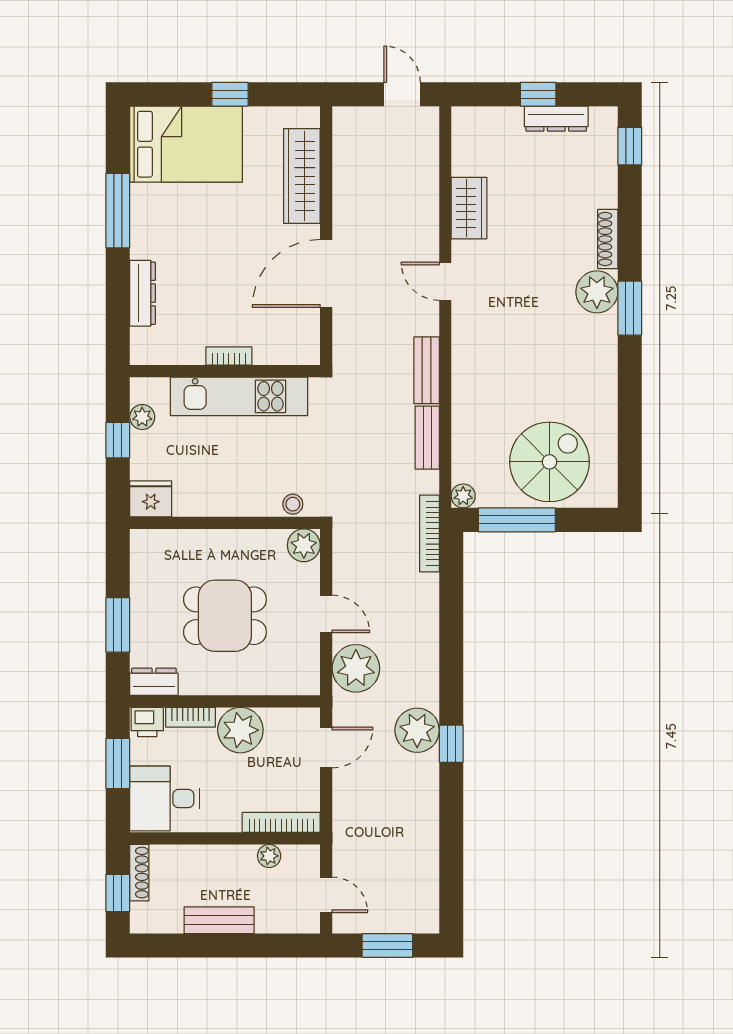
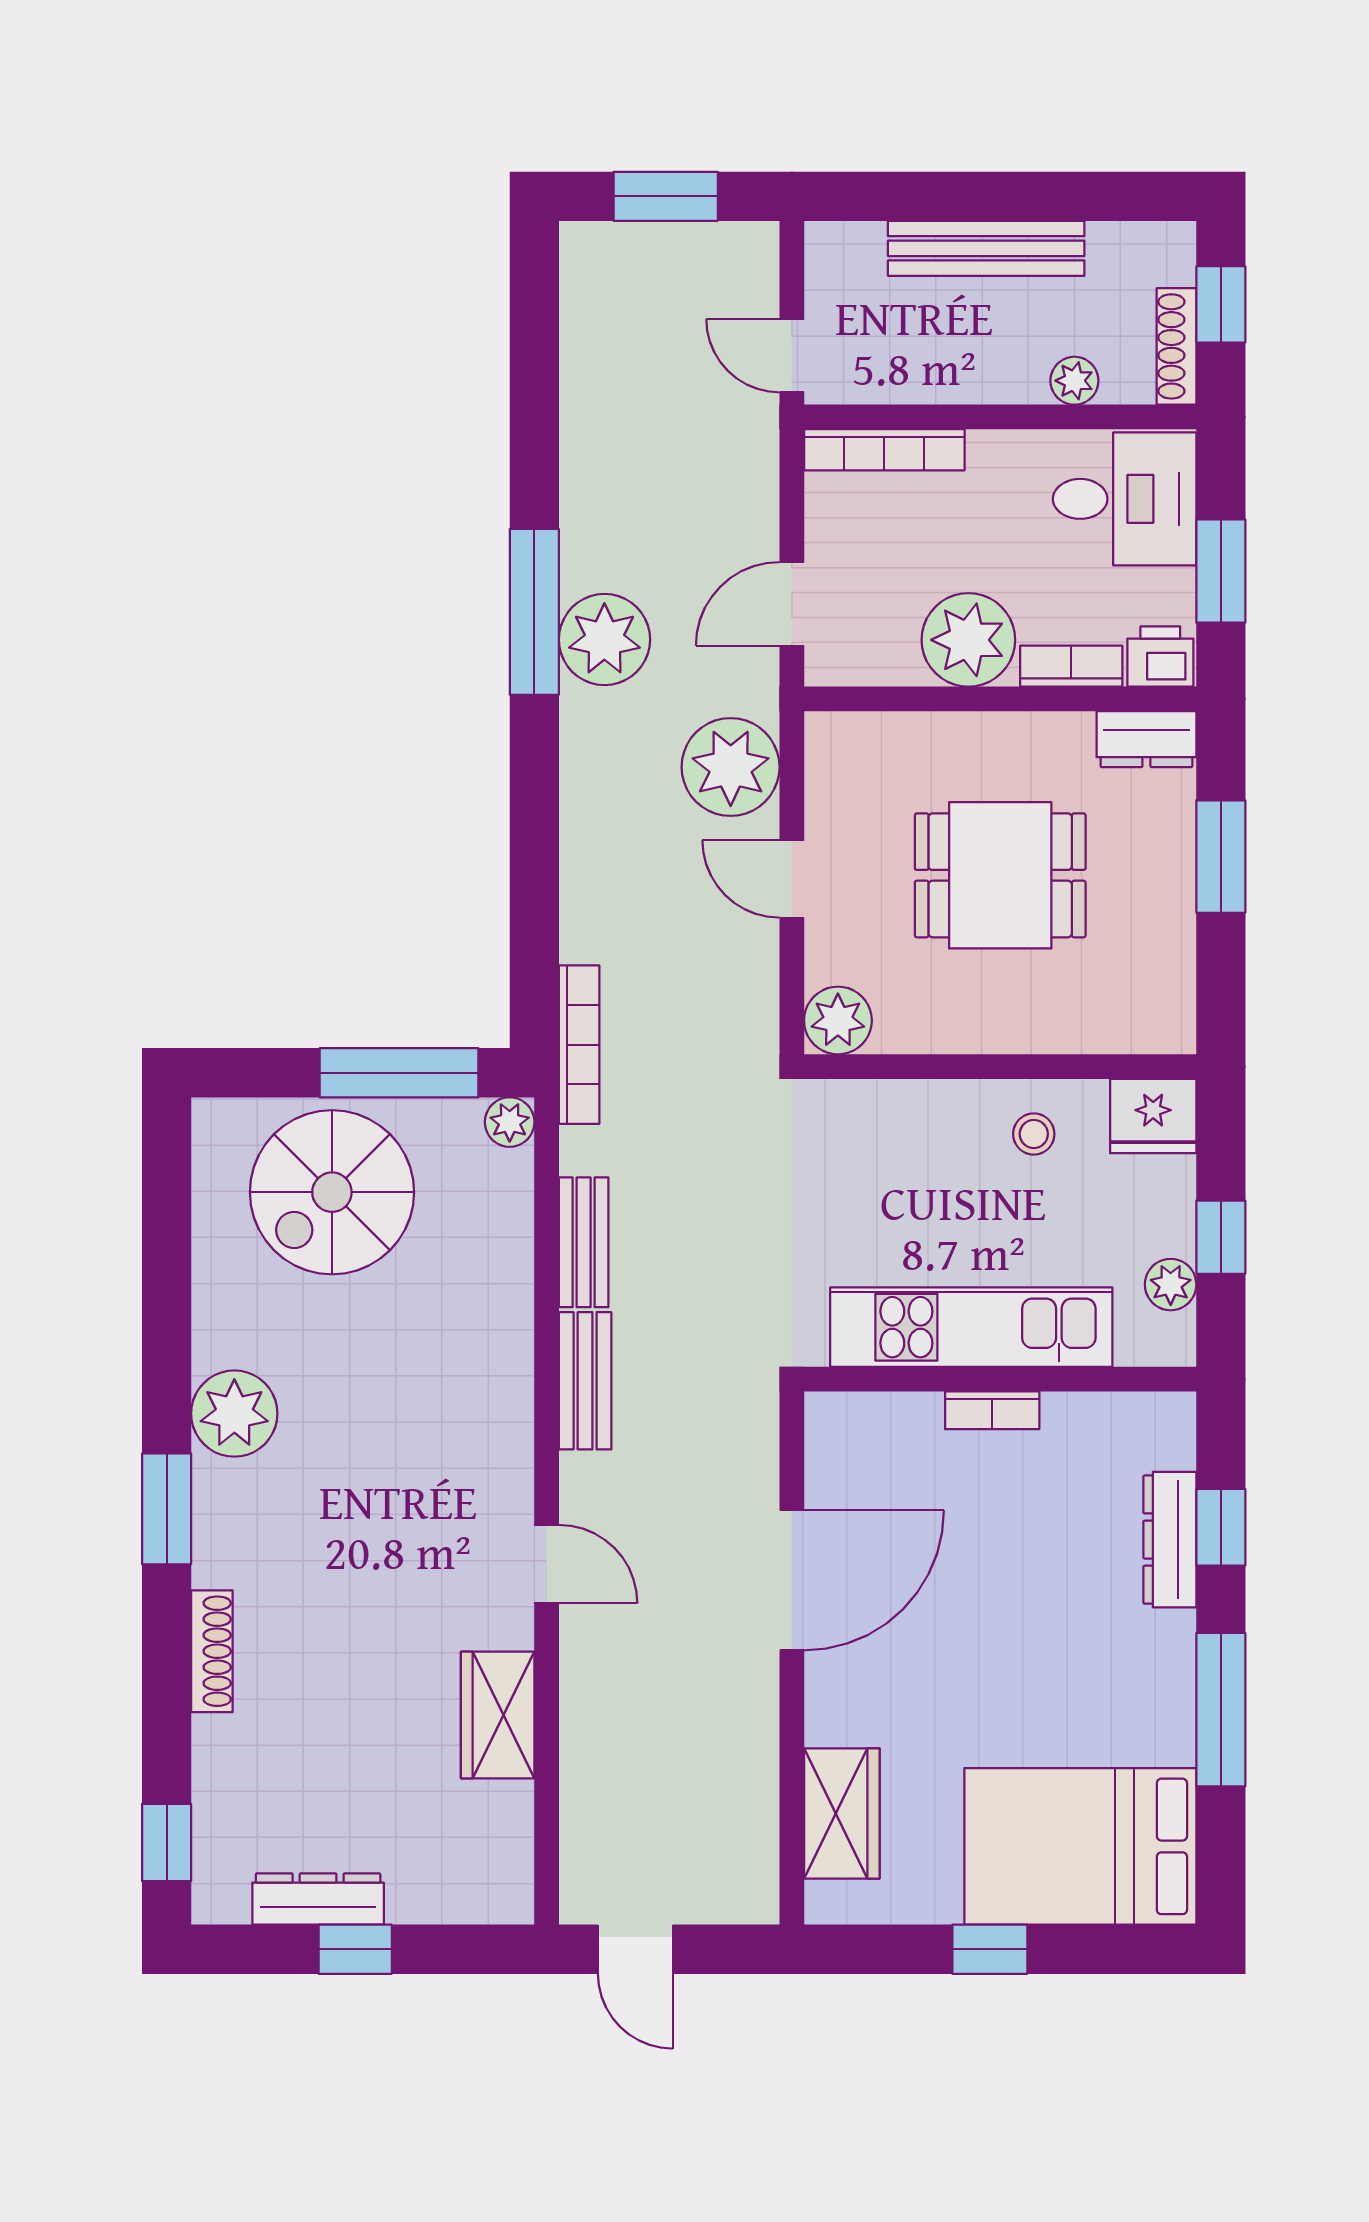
wardrobe: (302, 176) -> (842, 1813), width x0.67
plant: (597, 292) -> (234, 1414), moved
window: (118, 299) -> (1221, 1527), added
stool: (293, 504) -> (1034, 1134), moved
window: (451, 744) -> (534, 612), width x2.17
plant: (269, 856) -> (1074, 381), moved
door: (326, 895) -> (792, 356), moved
bench: (219, 920) -> (986, 248), width x1.36

